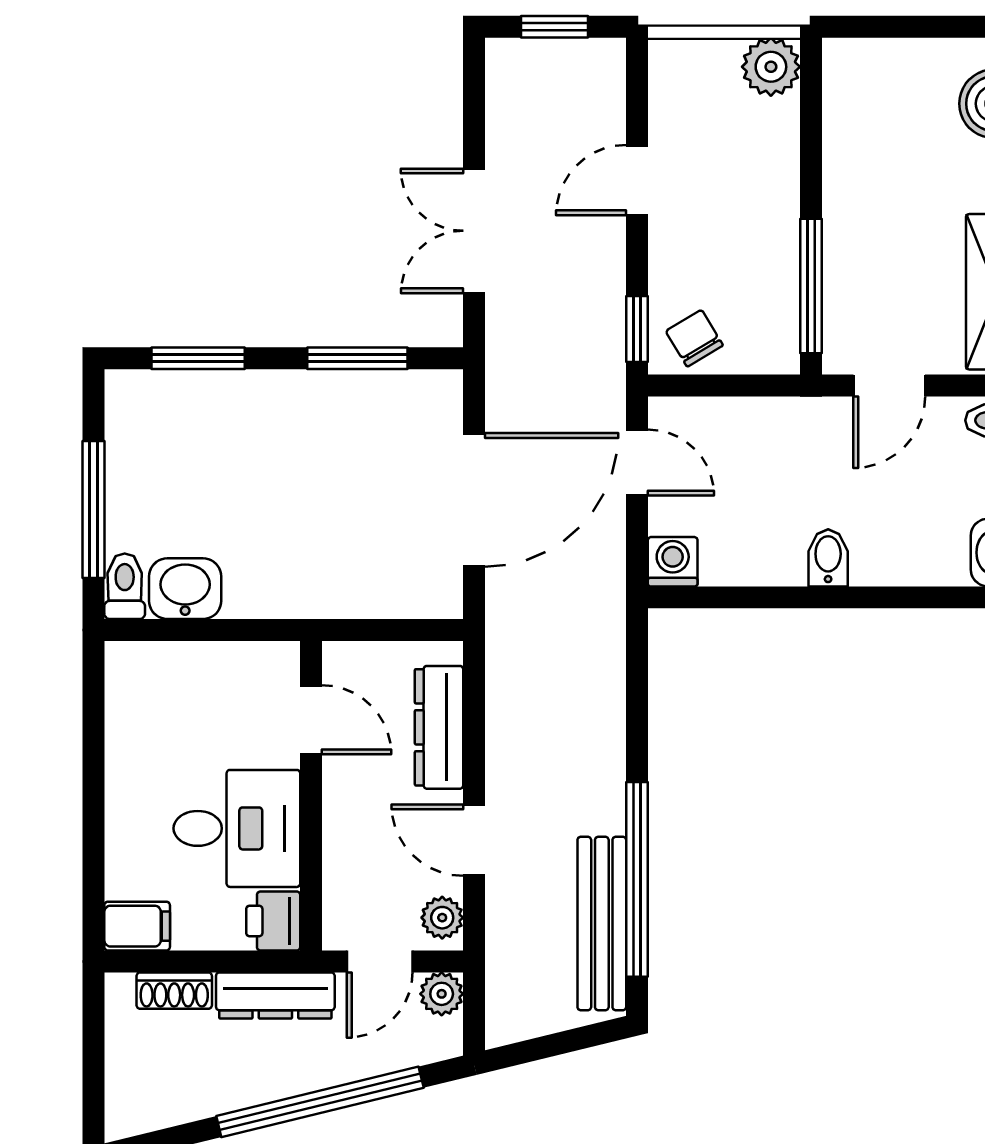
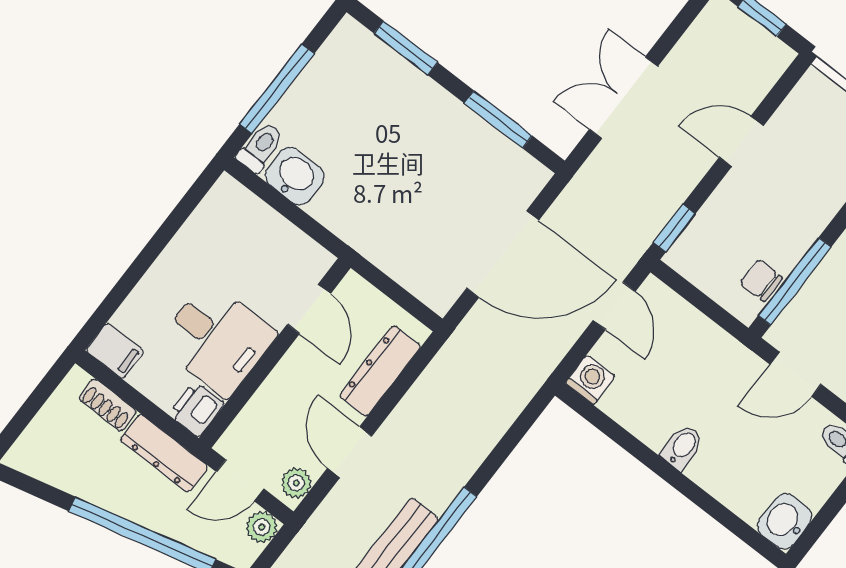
chair: (694, 338) -> (761, 280), moved, turned -59

